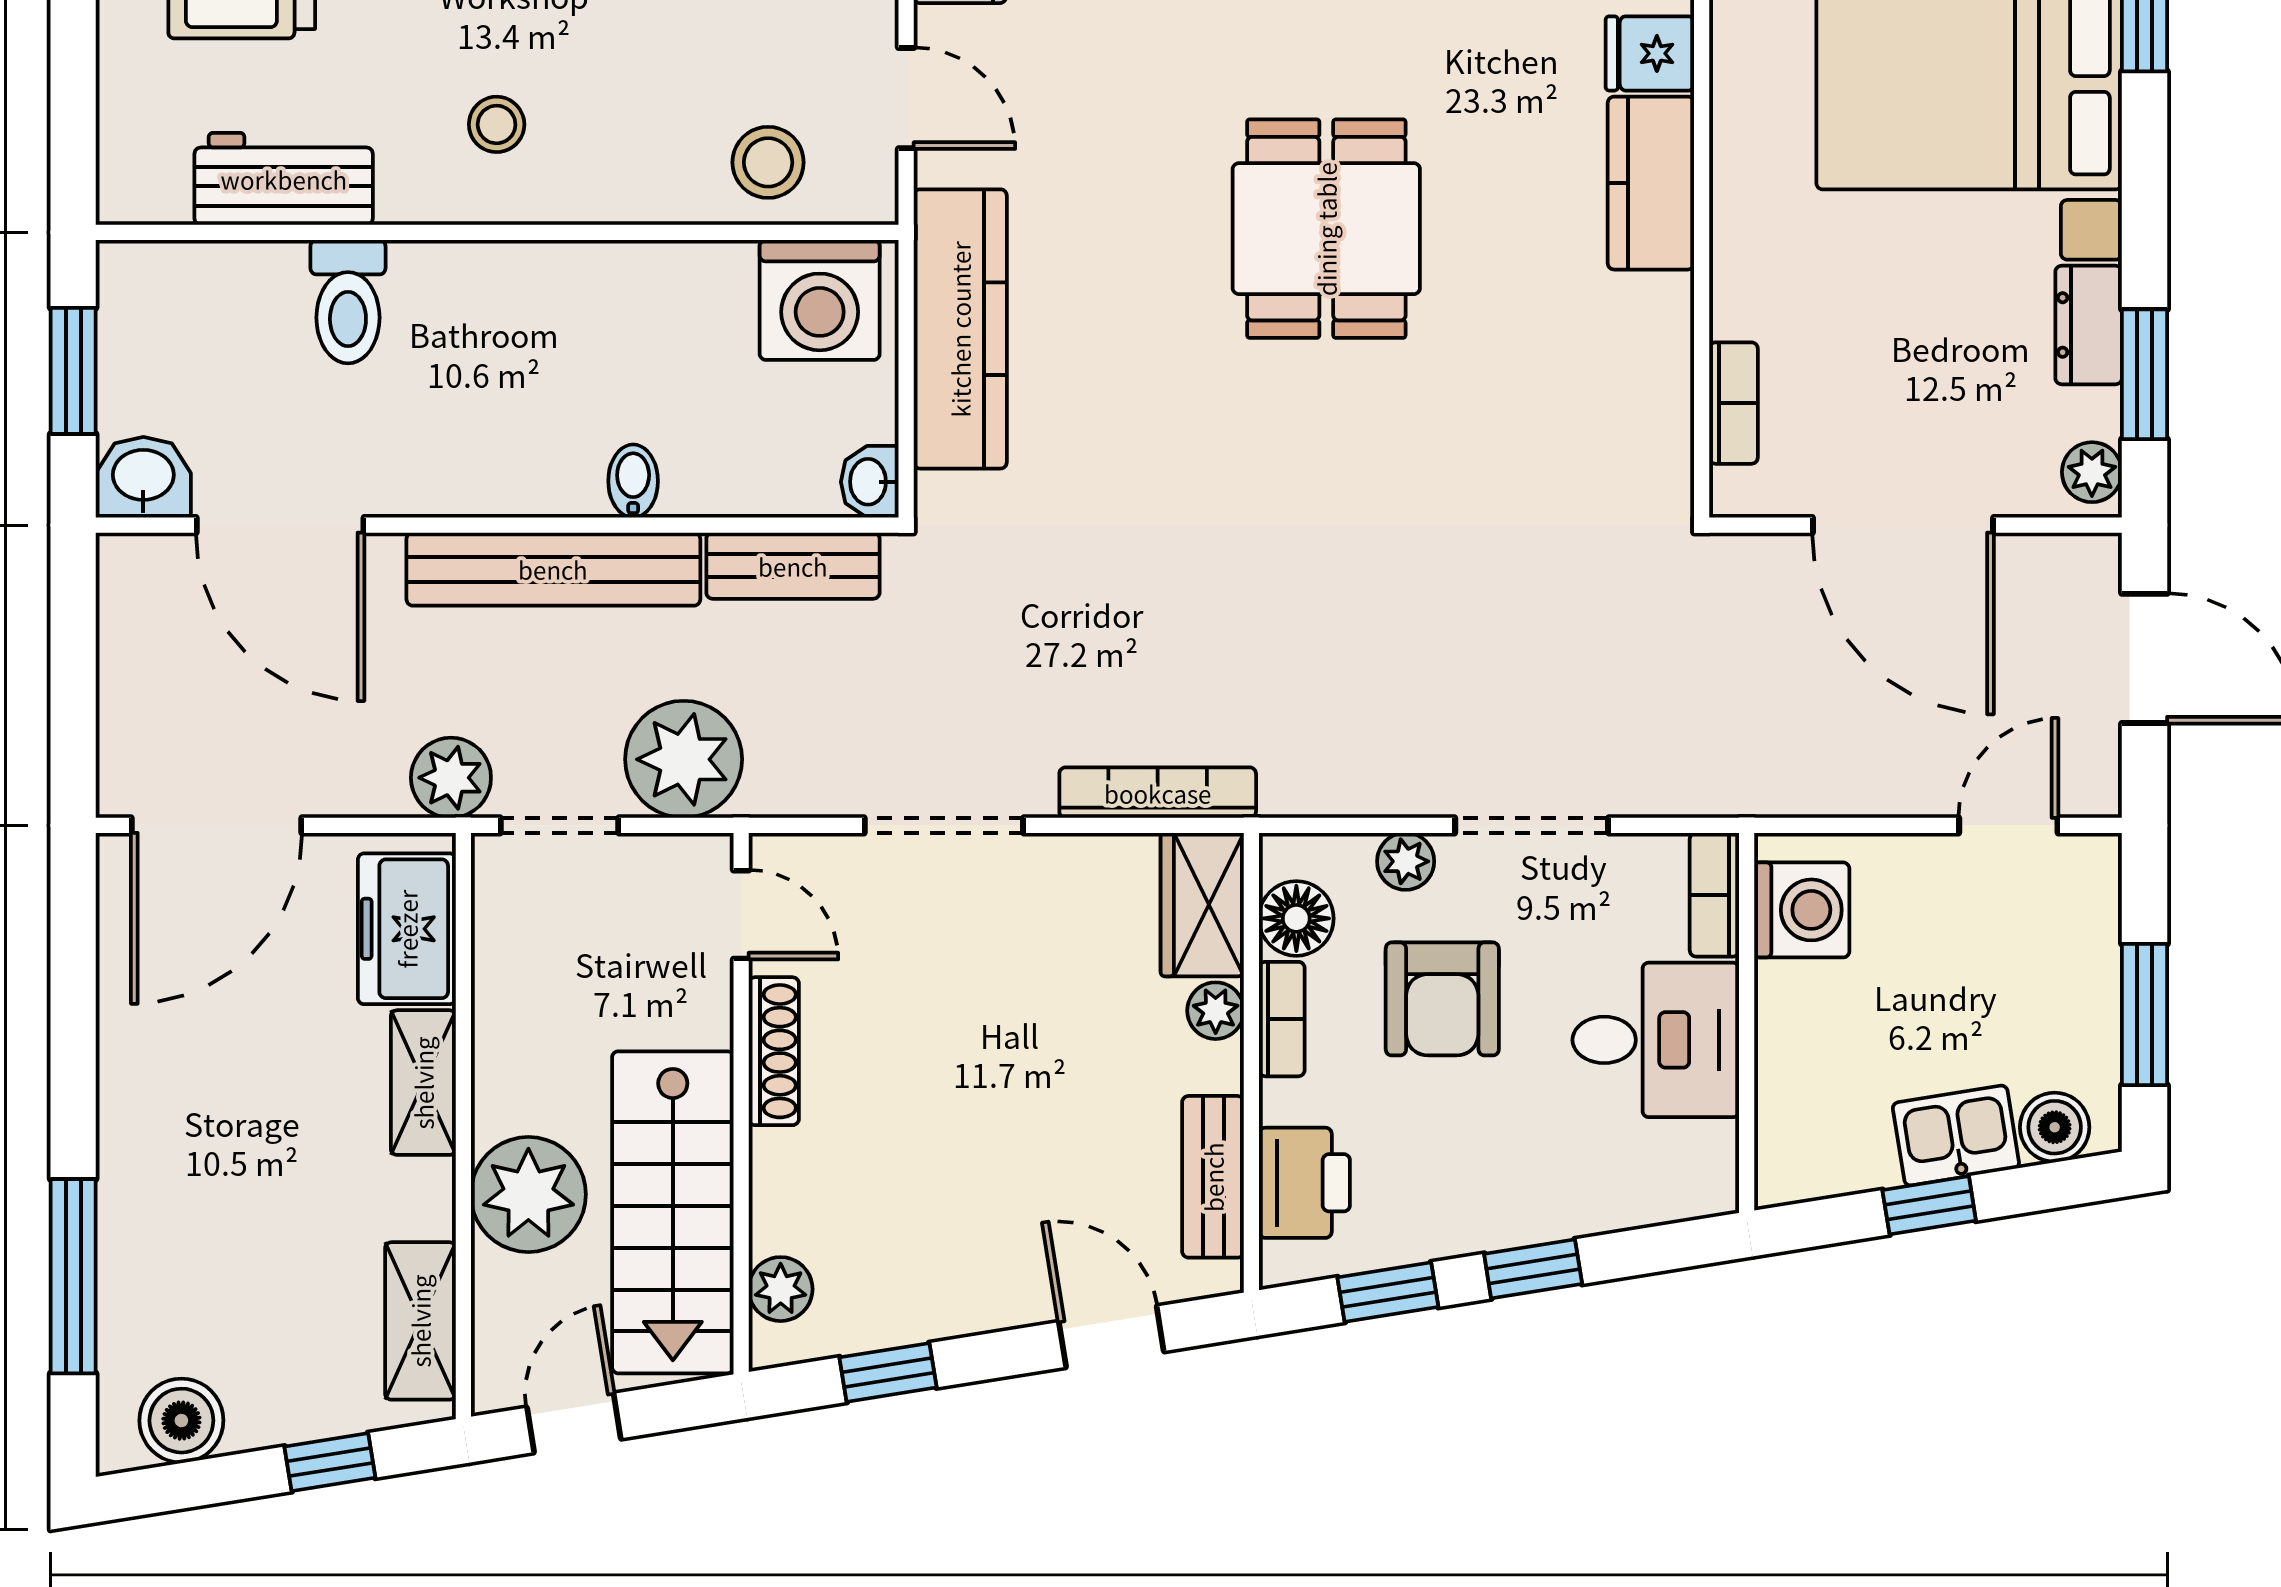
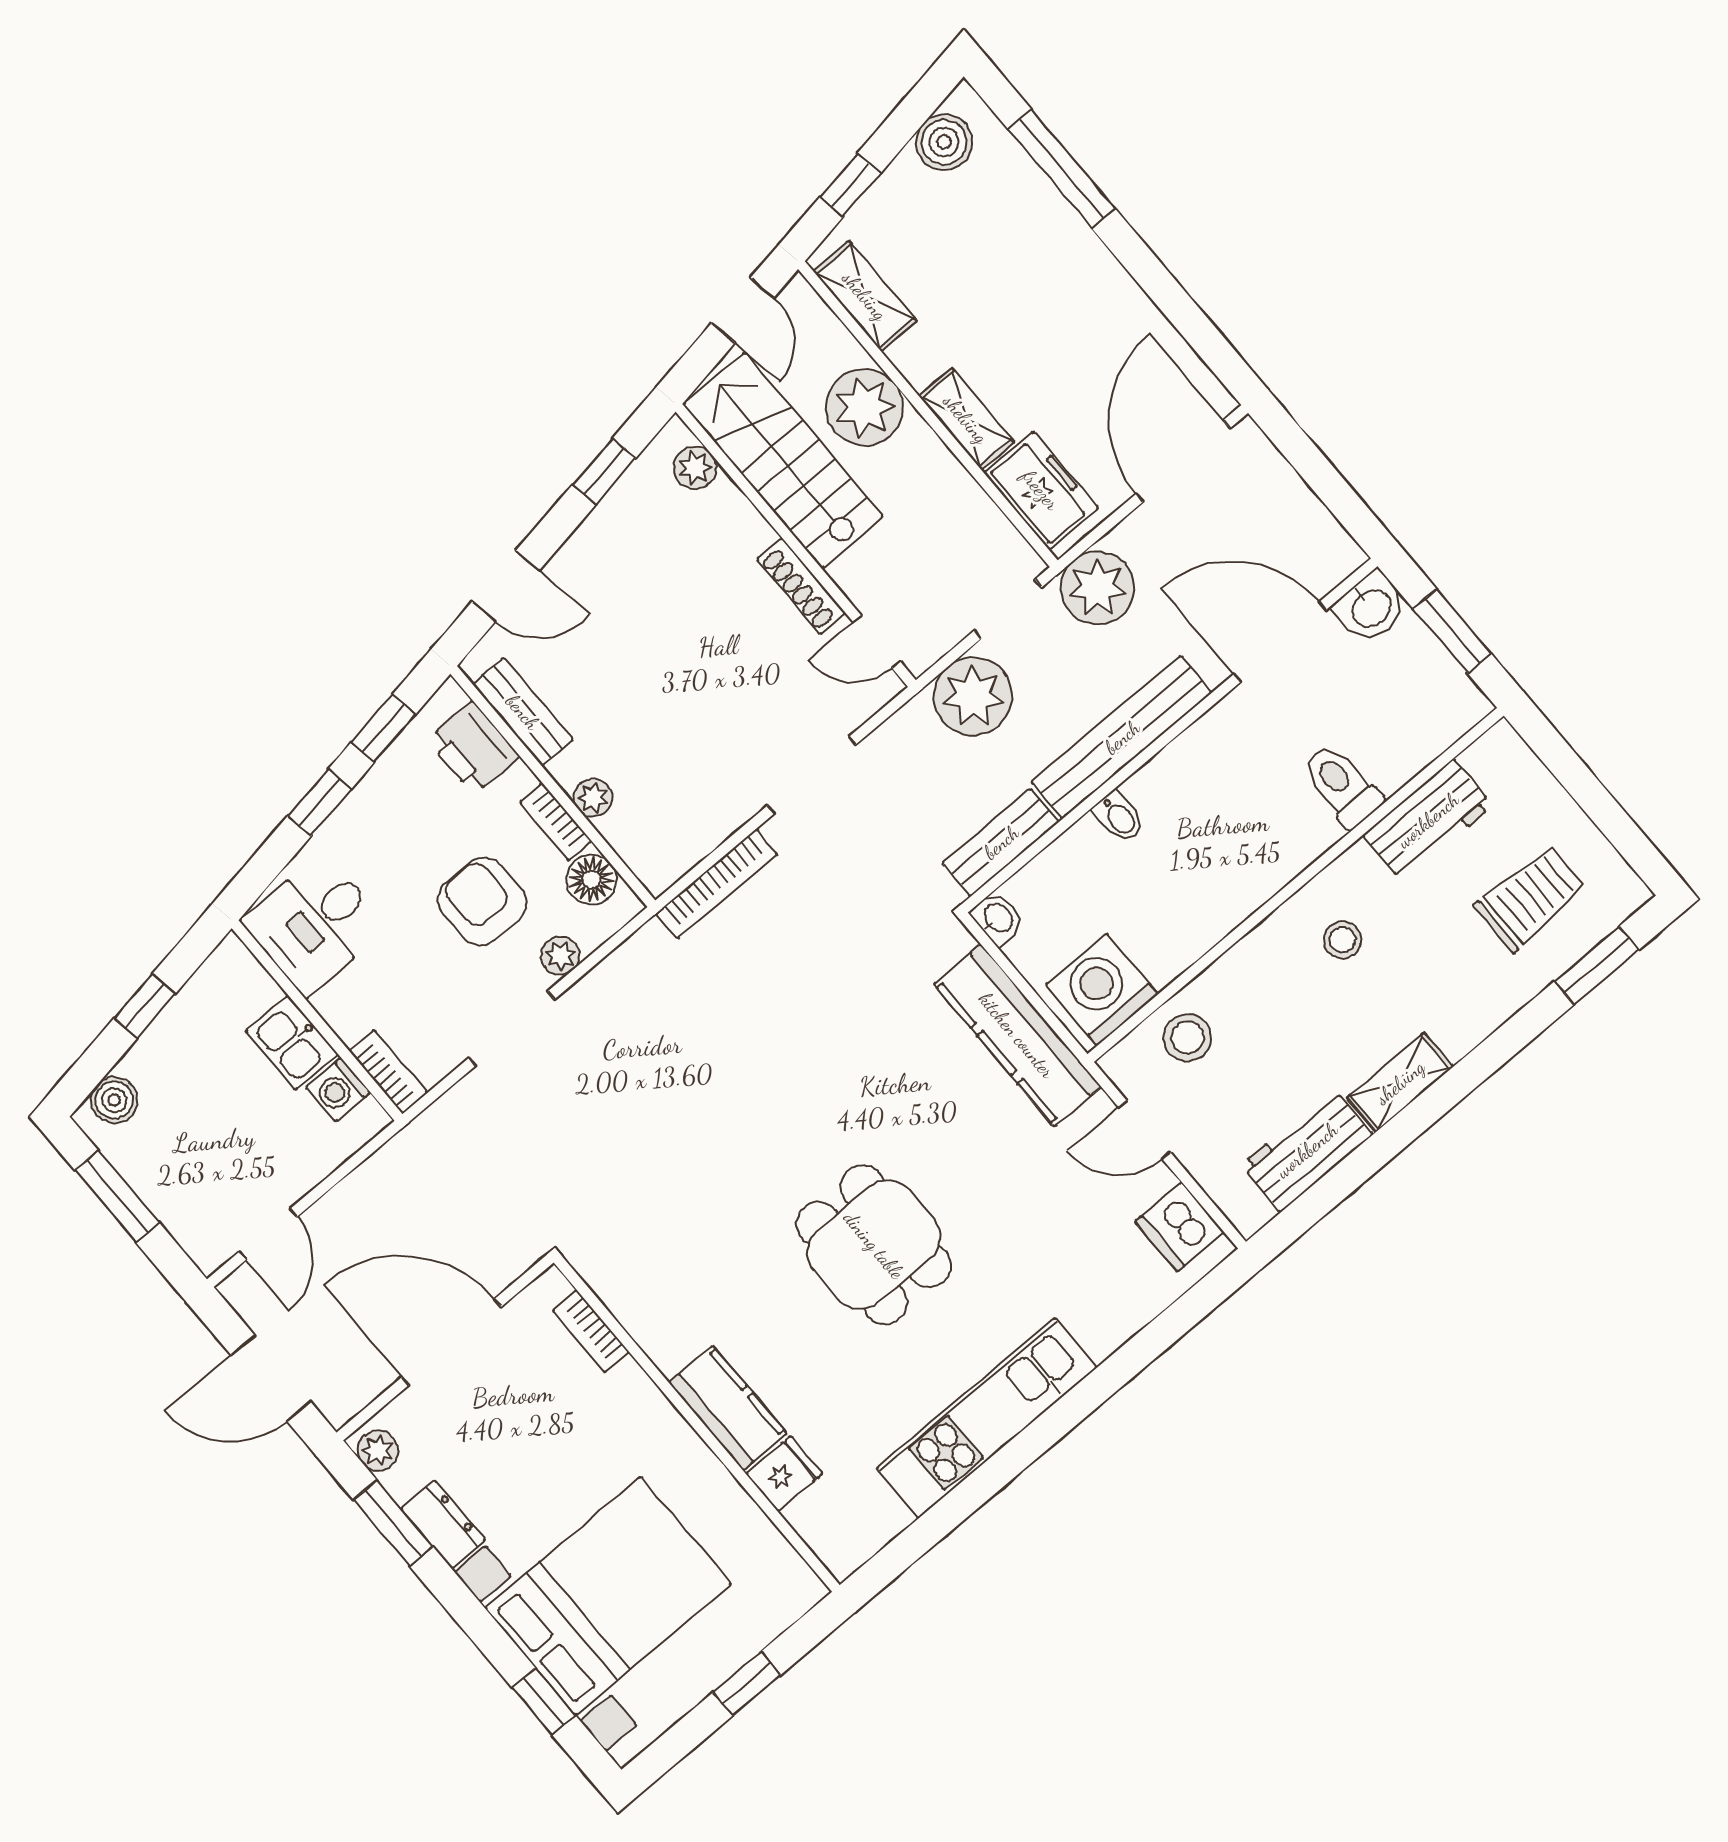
plant: (451, 778) -> (1098, 588), width x1.36, depth x1.36
wardrobe: (1202, 905) -> (646, 846), removed
washing machine: (1802, 910) -> (338, 1090), width x0.73, depth x0.73
desk: (1656, 1040) -> (315, 924), moved
kitchen sink: (1956, 1136) -> (292, 1043), moved, turned 99

